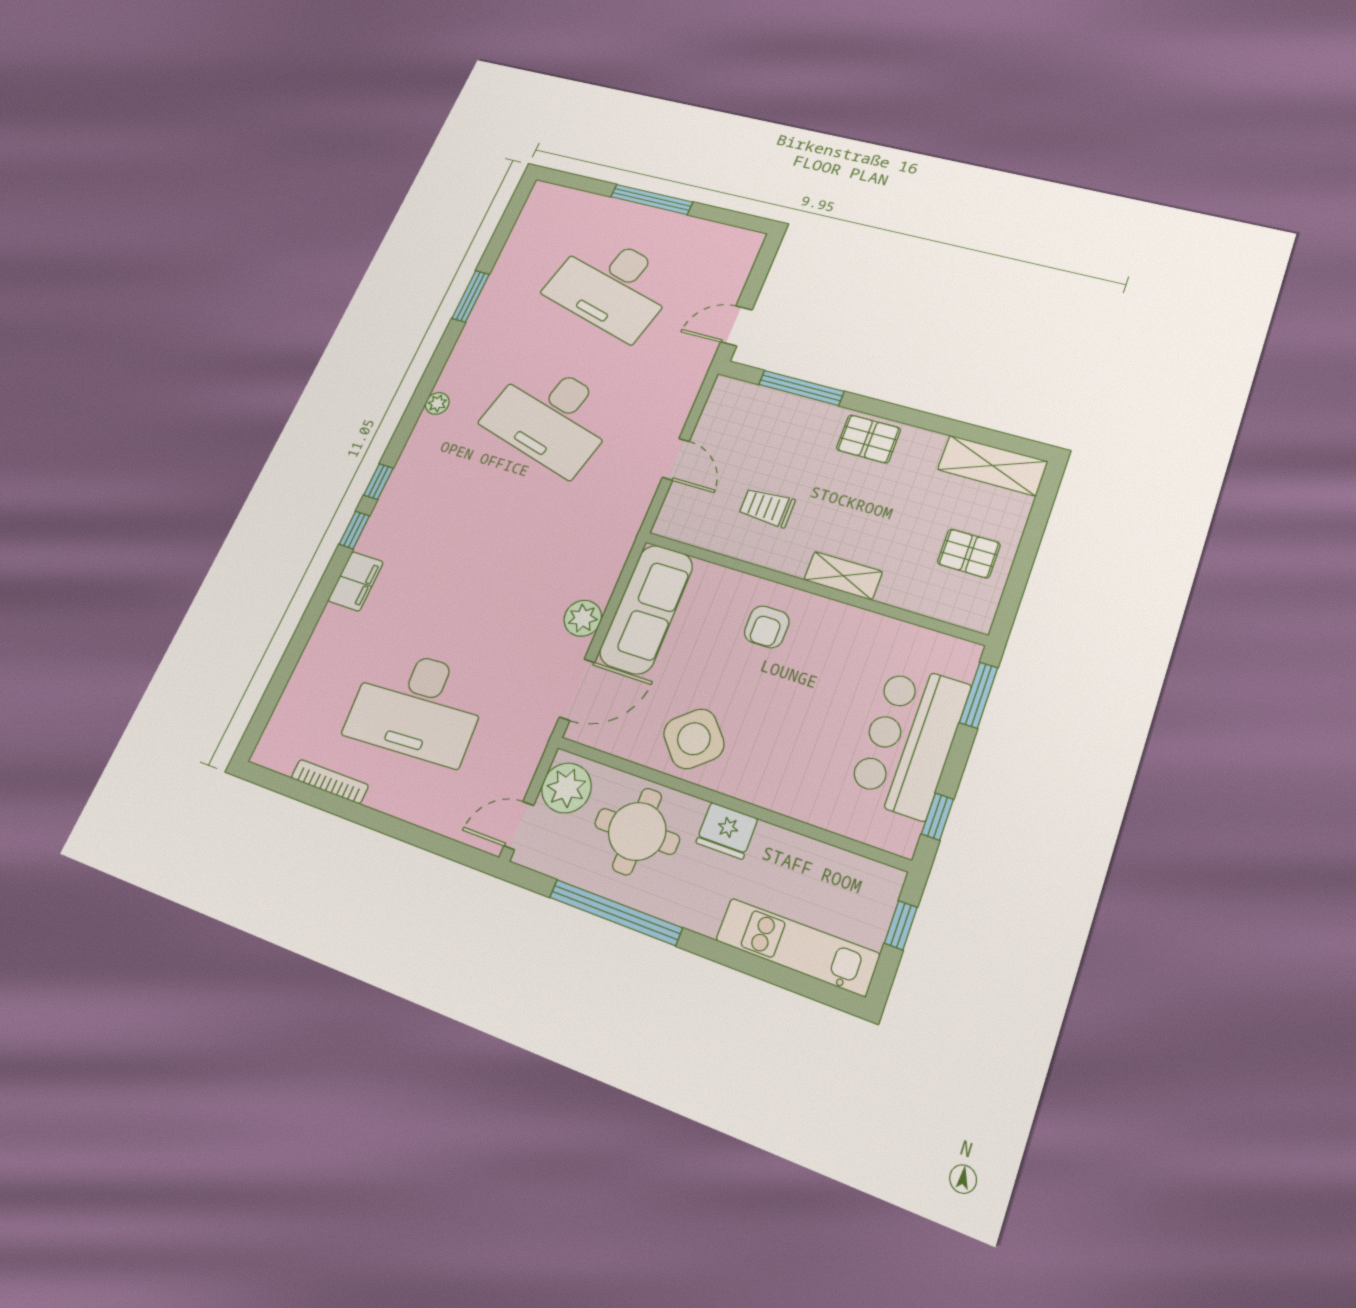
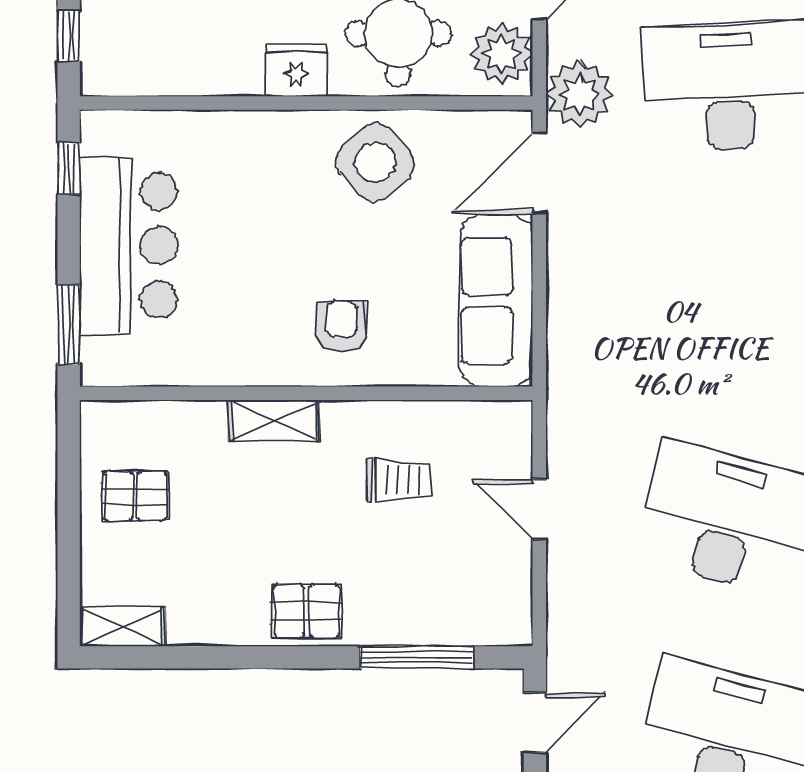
shelving: (992, 465) -> (122, 627), width x0.67, depth x0.75
plant: (583, 618) -> (579, 94), moved, width x1.36, depth x1.36

